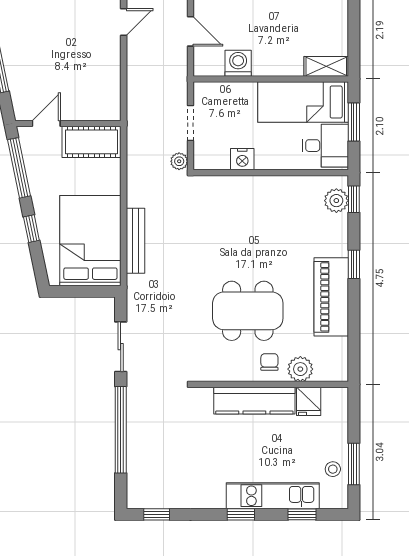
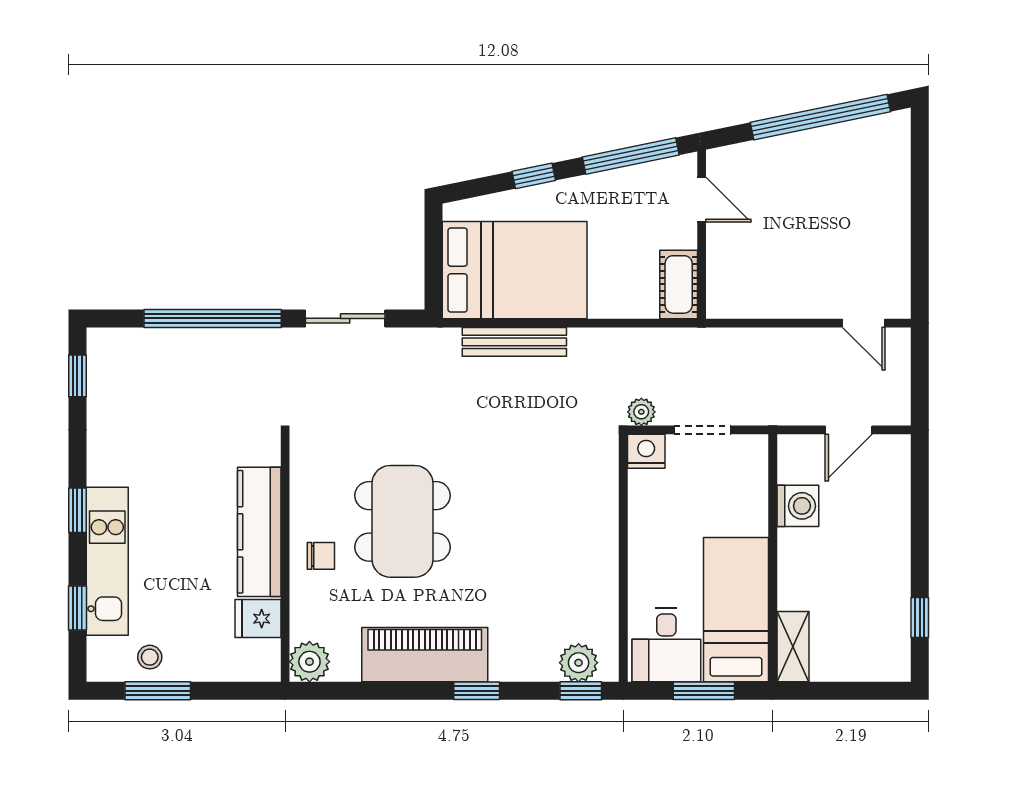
cot: (91, 142) -> (679, 284), width x0.73, depth x0.75
nightstand: (242, 159) -> (646, 451), moved, turned 90
plant: (300, 369) -> (309, 662), moved

